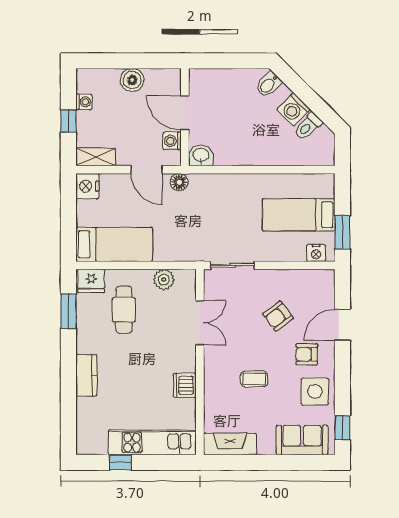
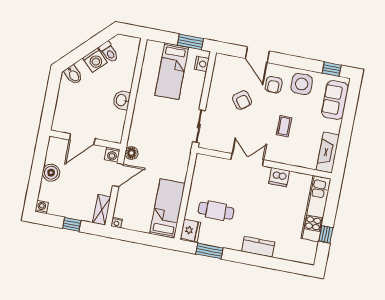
washing machine: (84, 102) -> (42, 207), moved
washing machine: (172, 141) -> (112, 155), moved
washbasin: (201, 155) -> (122, 100), moved
nightstand: (87, 186) -> (117, 223), width x0.53, depth x0.56
plant: (164, 280) -> (200, 178), removed
double door: (200, 323) -> (247, 160), moved

